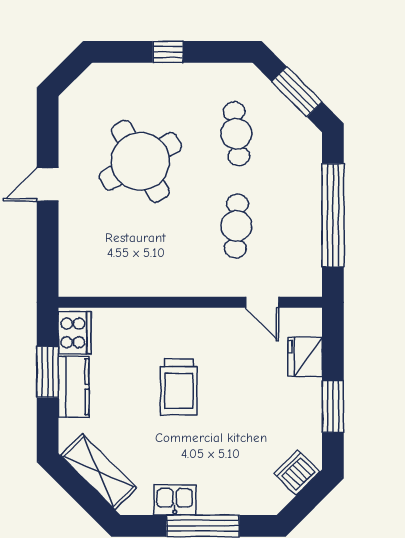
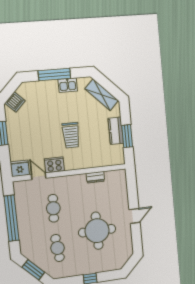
round table: (140, 161) -> (97, 231), turned 30
dresser: (132, 285) -> (95, 177), added
cooker: (75, 333) -> (54, 165), moved, turned 90
fridge: (305, 357) -> (20, 168), moved, turned -90
trolley: (179, 387) -> (71, 135), turned 180

